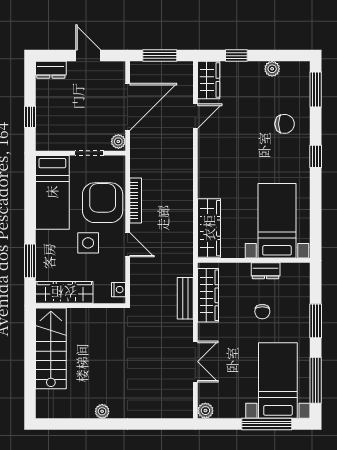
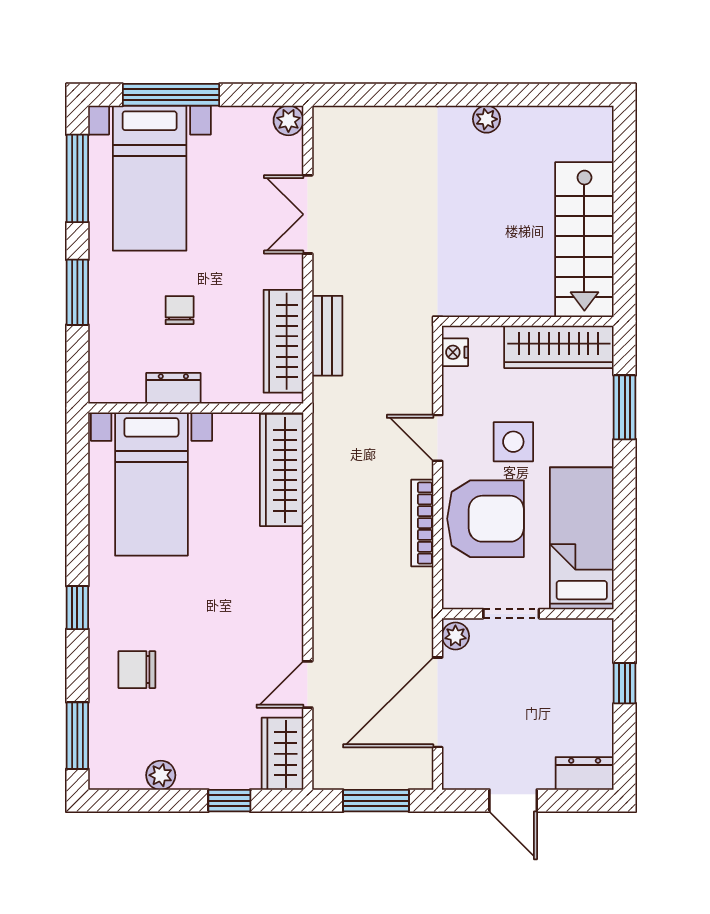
armchair: (103, 203) -> (486, 519), turned -90

